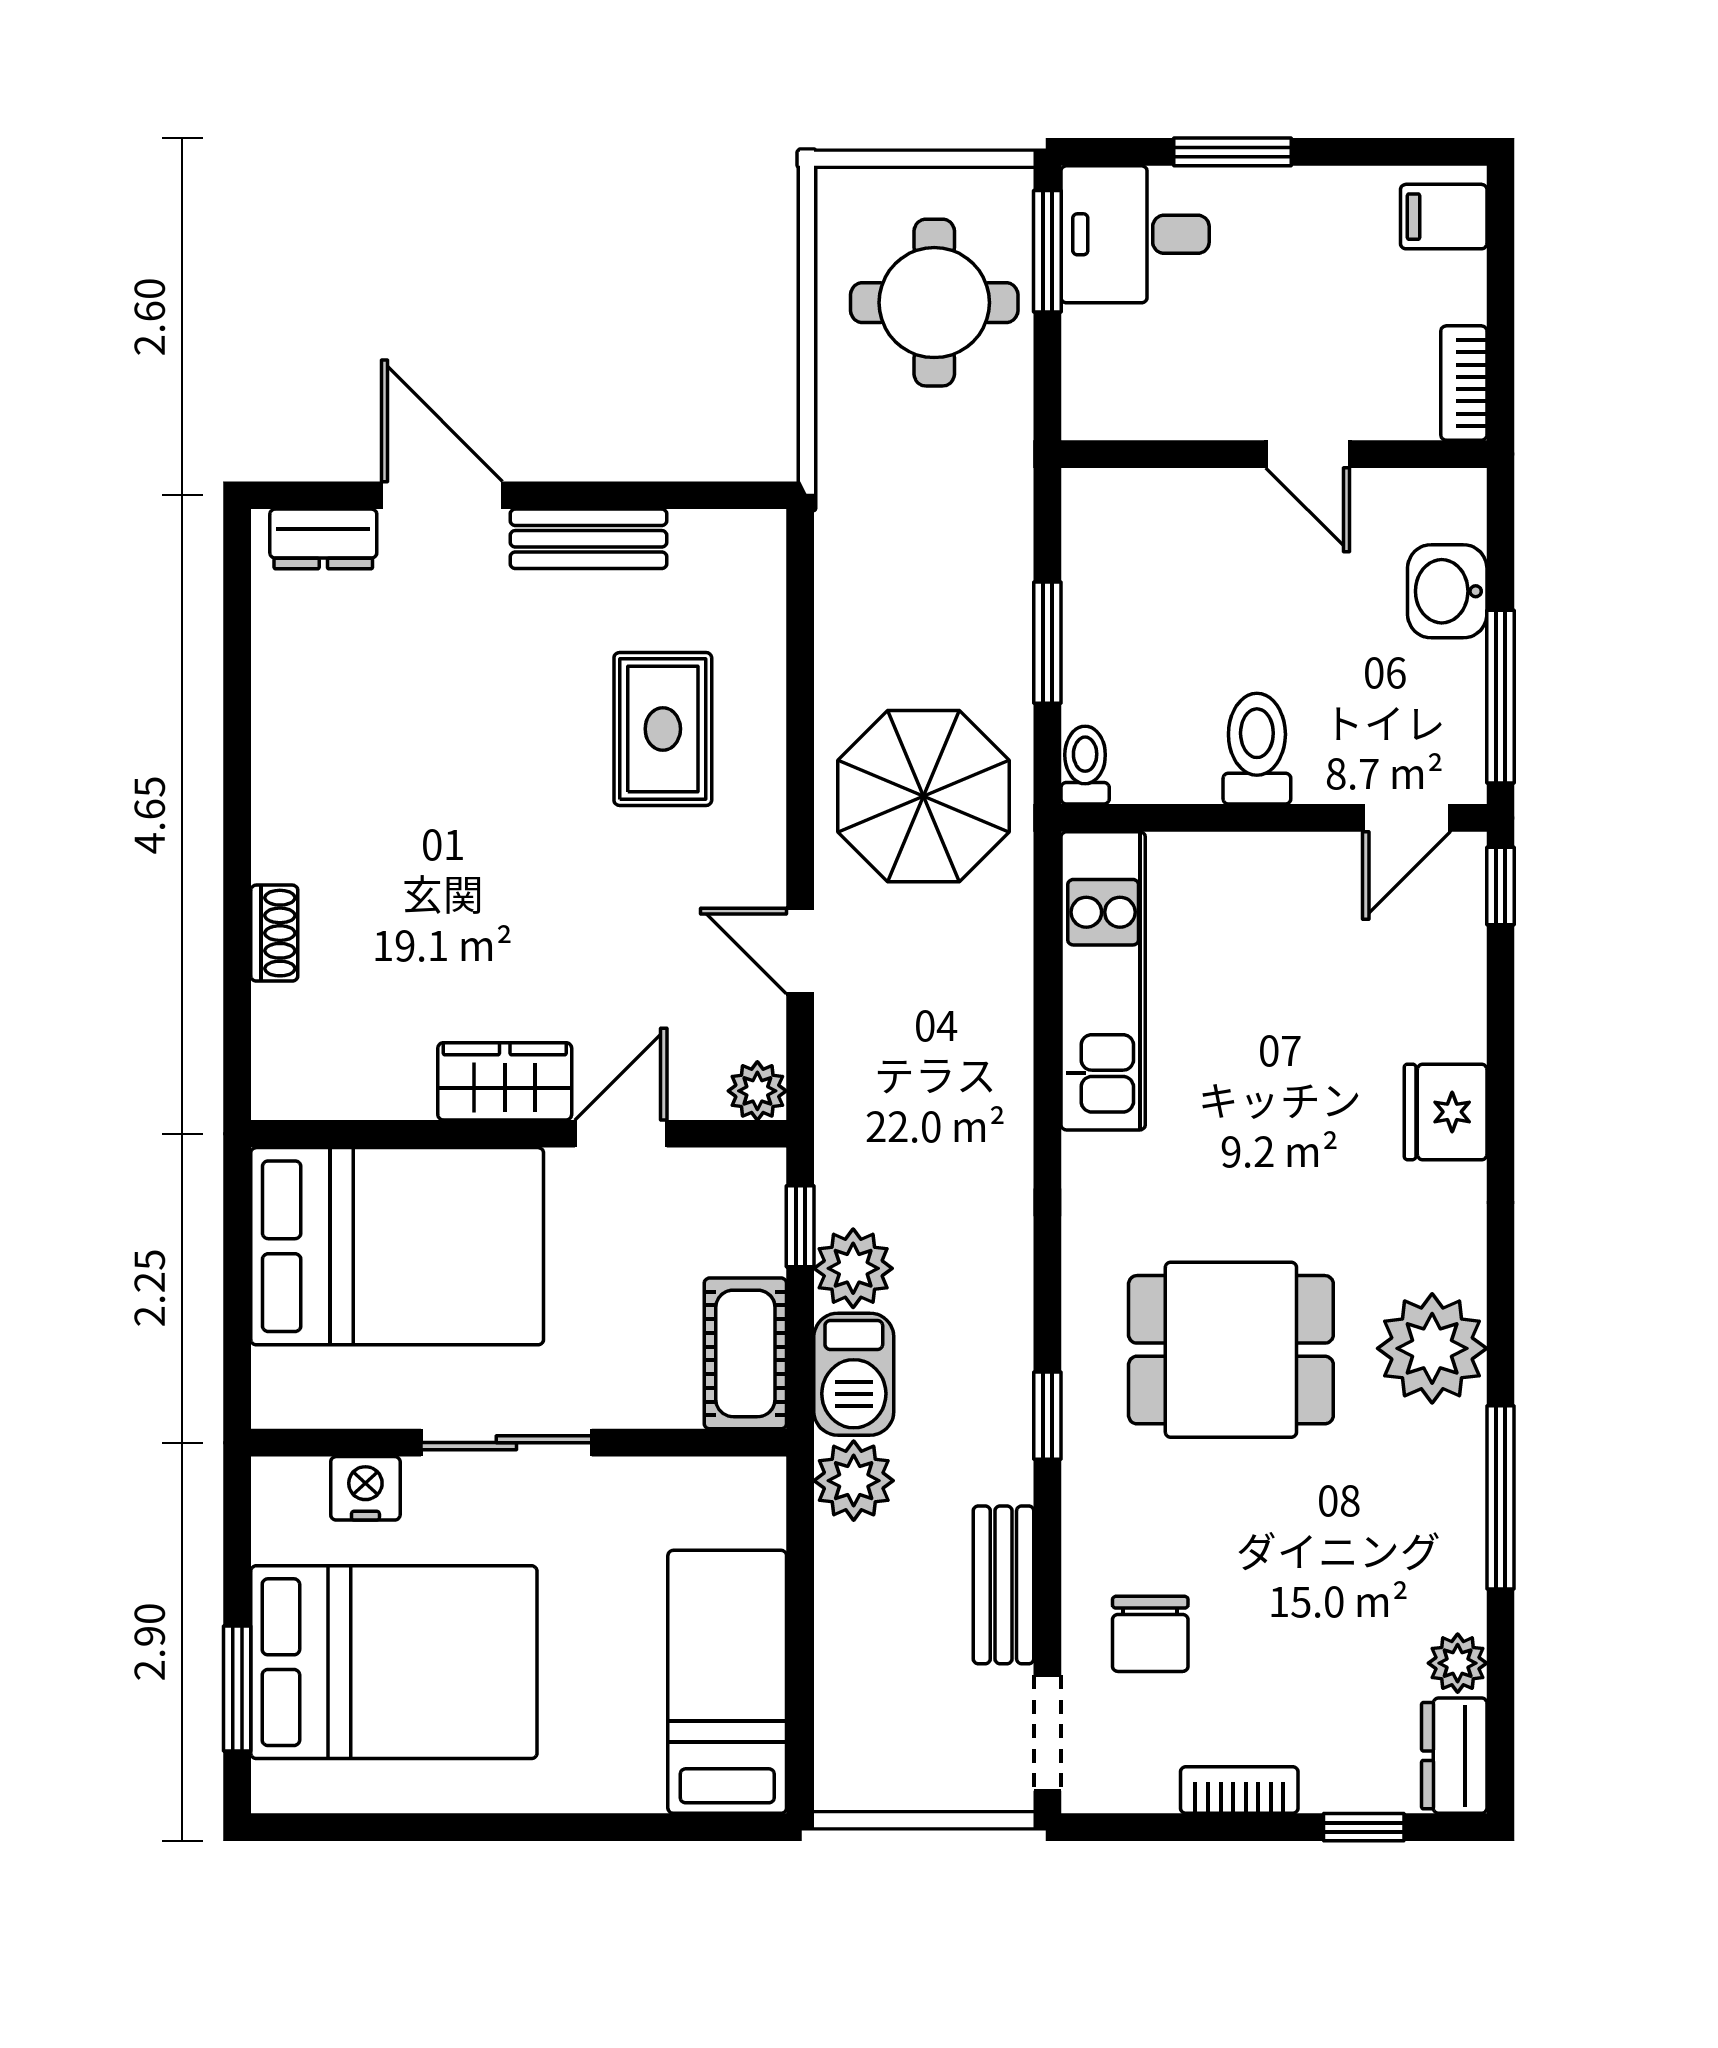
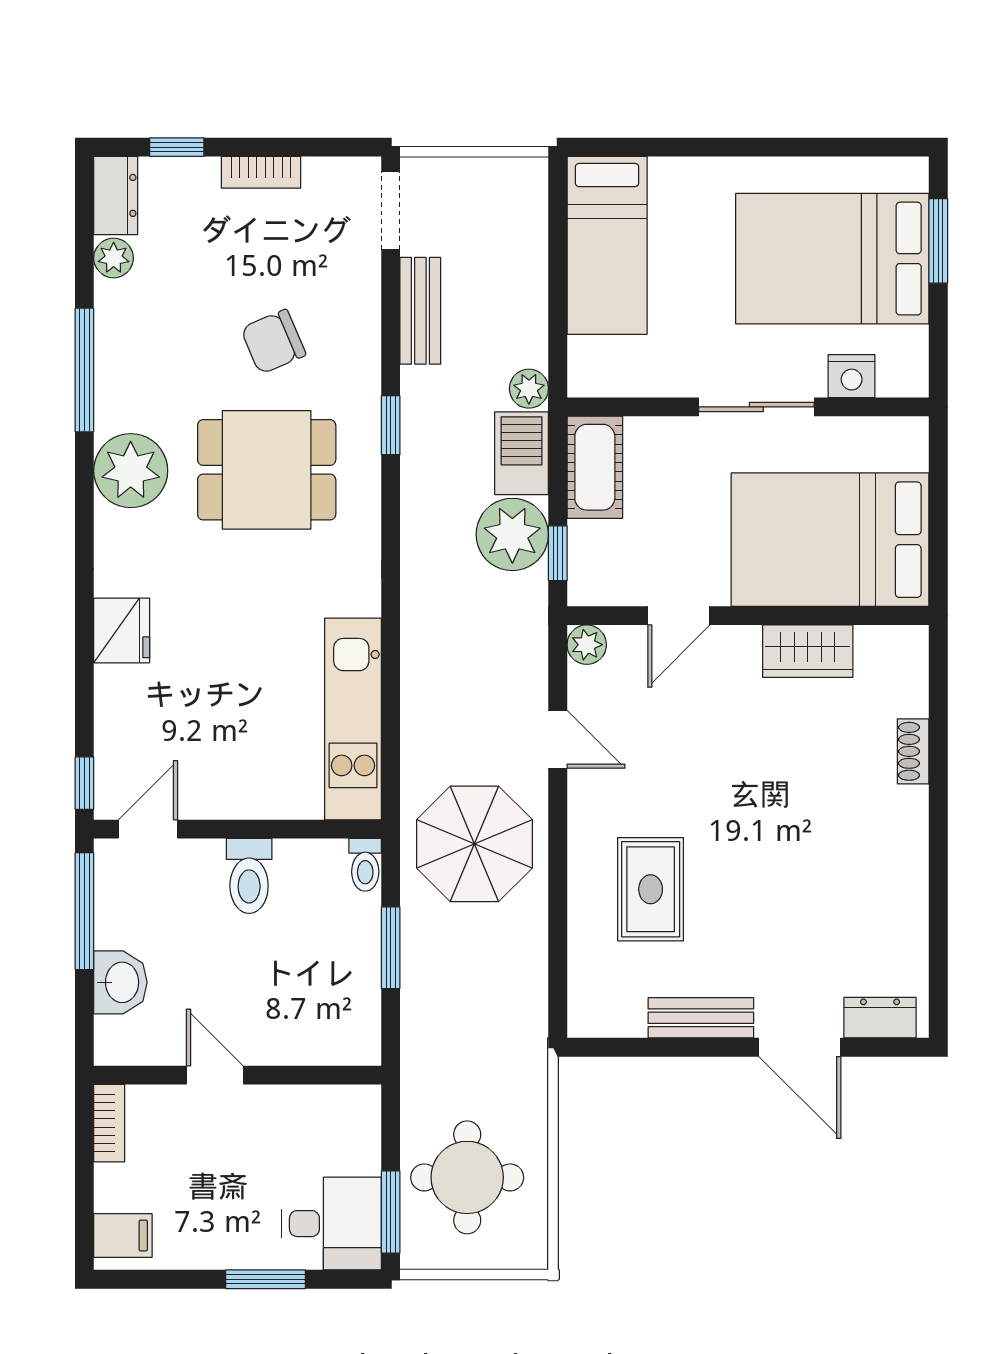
wardrobe: (505, 1081) -> (808, 651), moved
plant: (853, 1268) -> (512, 534), width x1.36, depth x1.36
plant: (854, 1481) -> (529, 389), width x0.73, depth x0.73
chair: (1150, 1634) -> (273, 342), moved, turned -113

